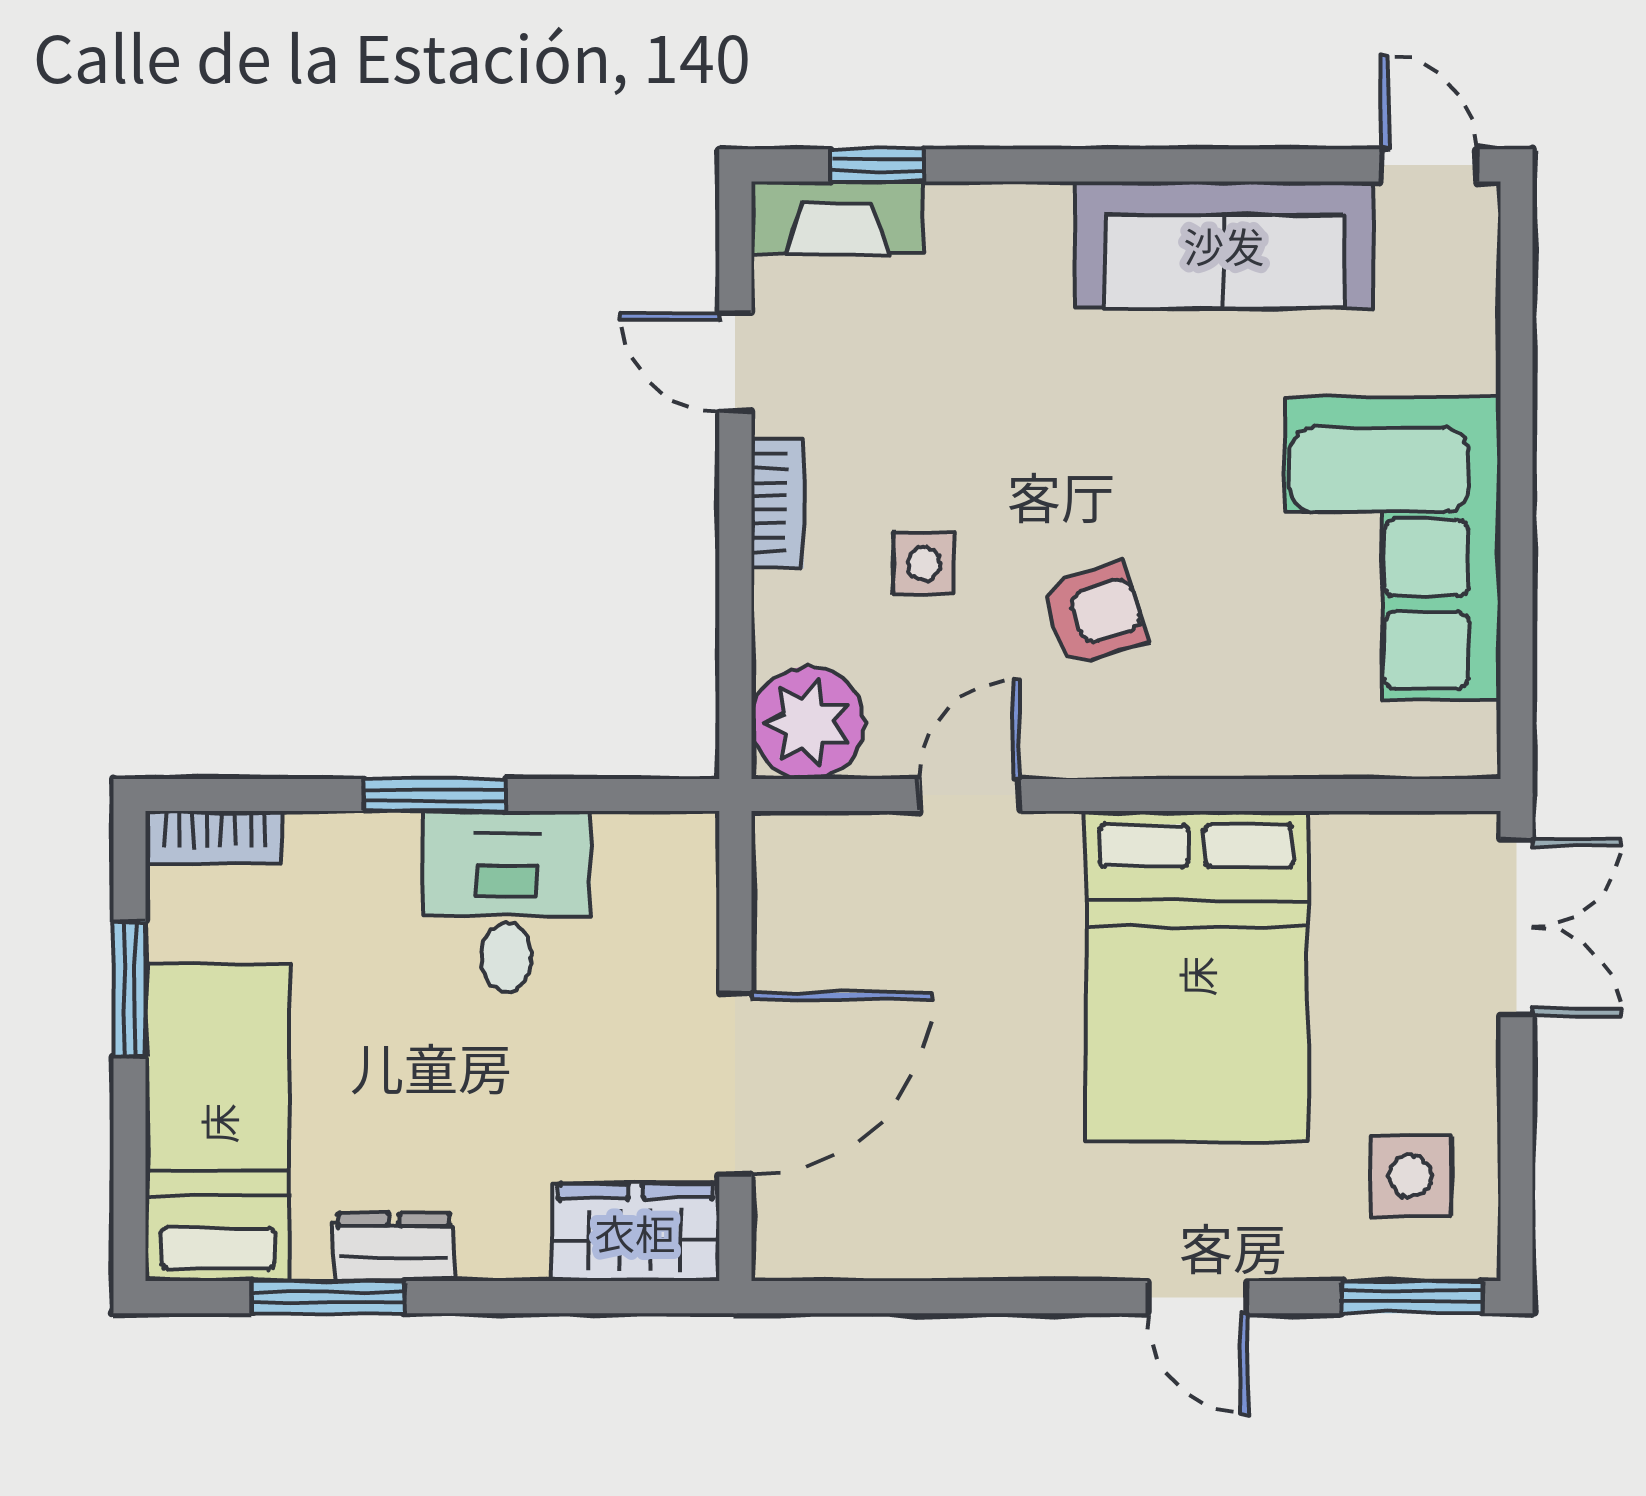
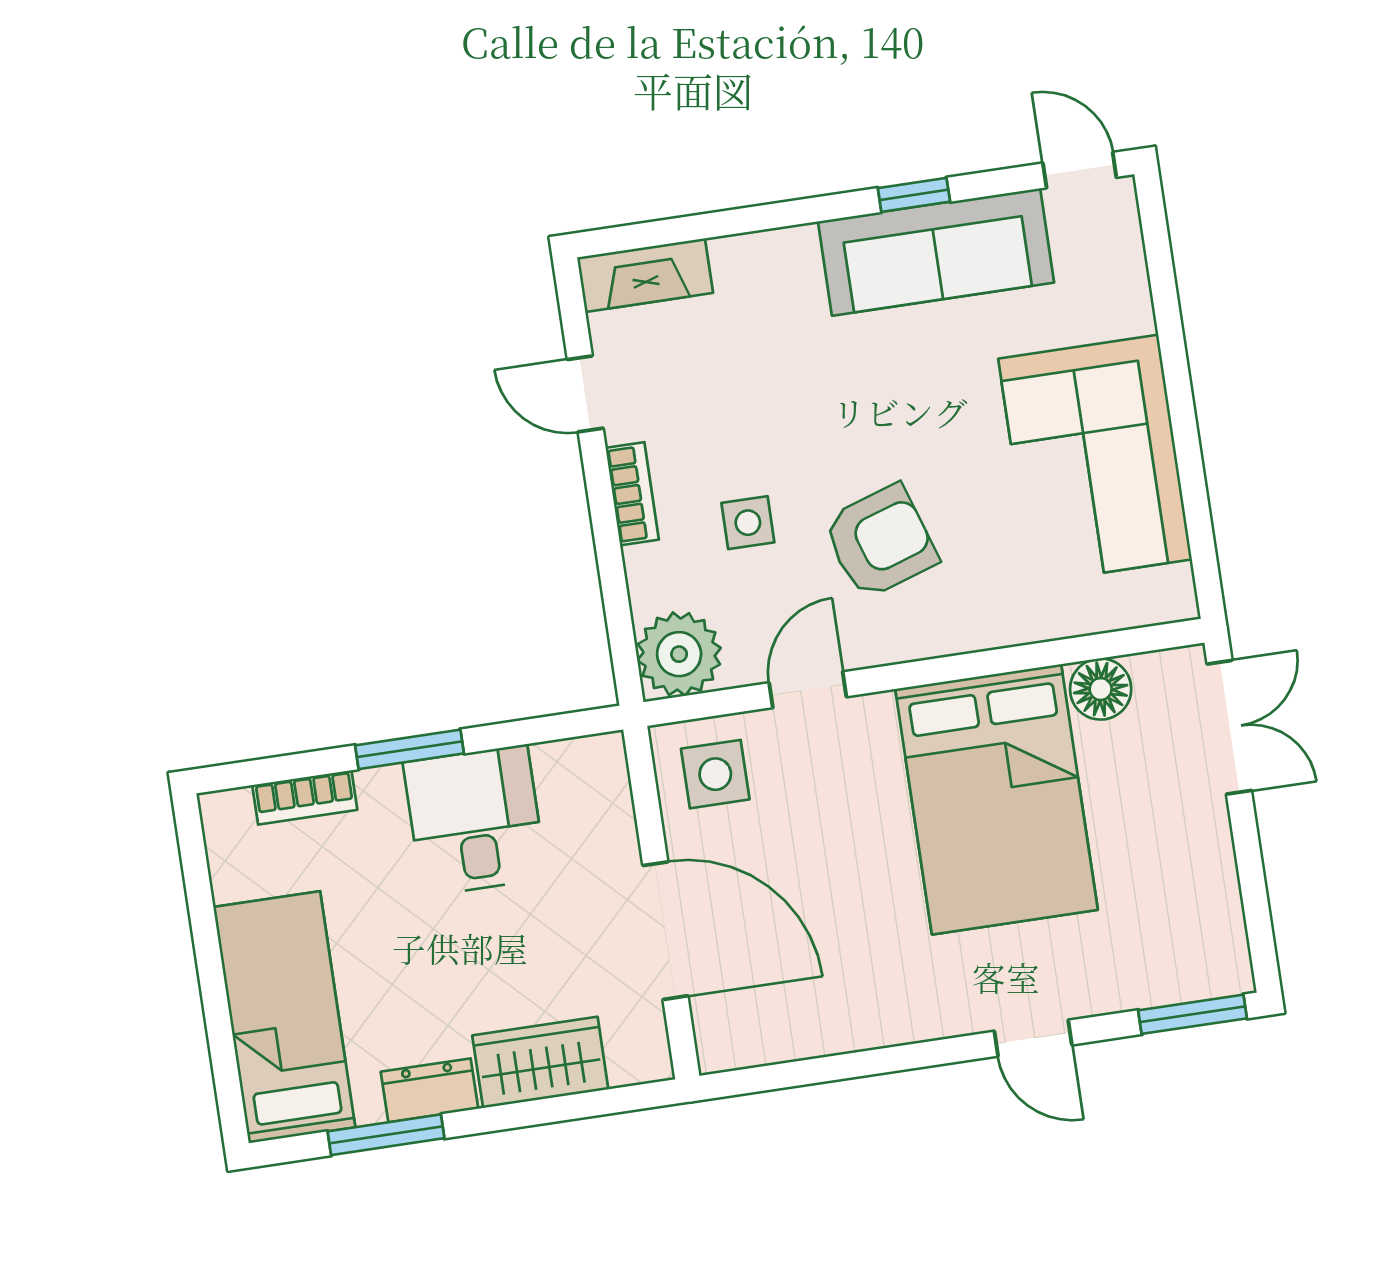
window: (877, 165) -> (914, 195), moved
armchair: (1094, 614) -> (880, 541), width x1.38, depth x1.38
bookcase: (215, 838) -> (305, 797), moved
floor lamp: (1355, 852) -> (1101, 689), added
window: (130, 989) -> (204, 927), removed
door: (735, 1084) -> (665, 931), hinge flipped
side table: (1410, 1176) -> (715, 774), moved
wardrobe: (635, 1232) -> (540, 1062), moved

